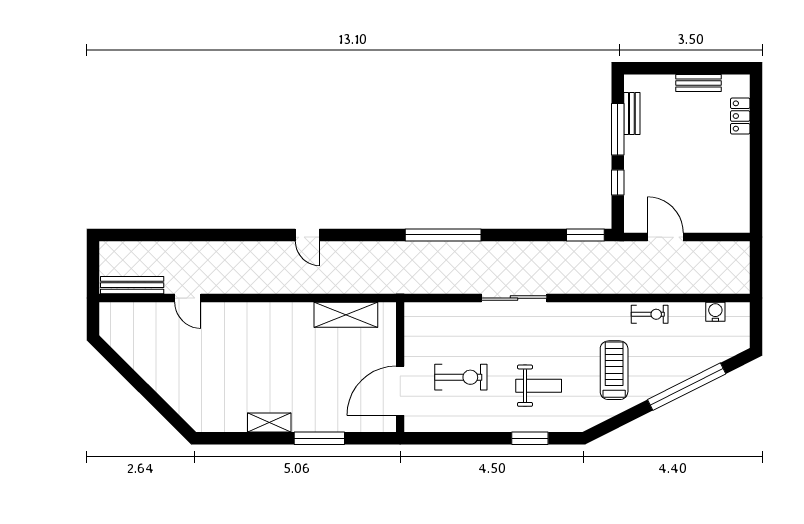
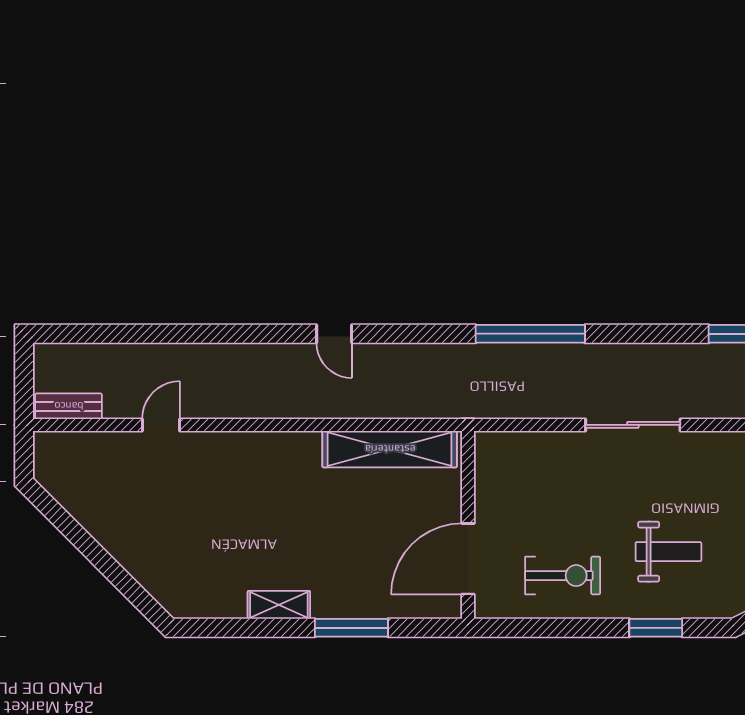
bench: (132, 285) -> (69, 406), width x0.73
door: (188, 298) -> (161, 425), swing flipped
shelving: (346, 315) -> (390, 449), width x1.47
exercise bike: (461, 377) -> (563, 576), moved

